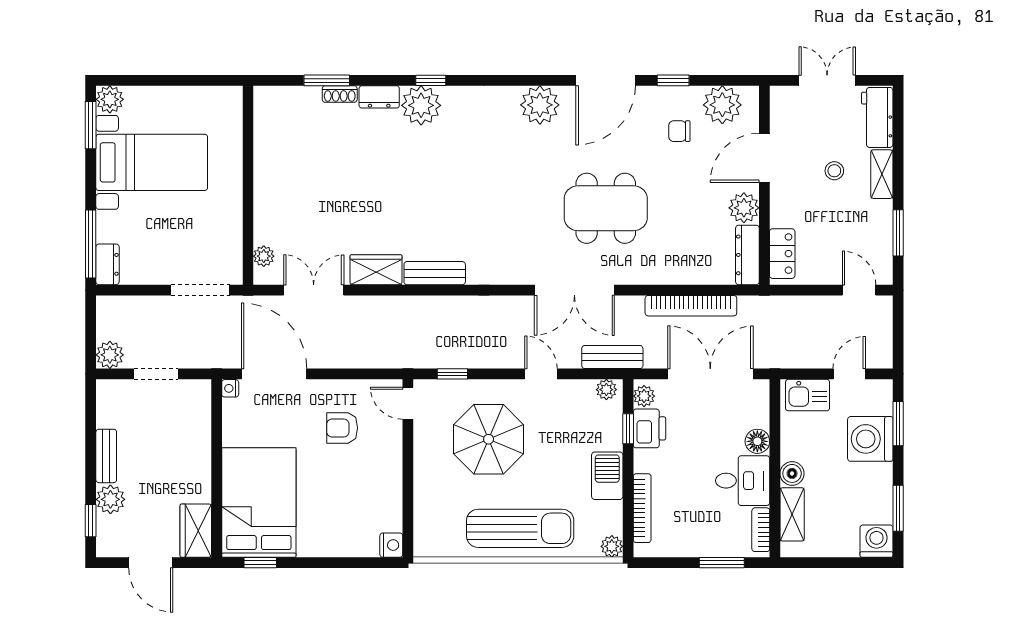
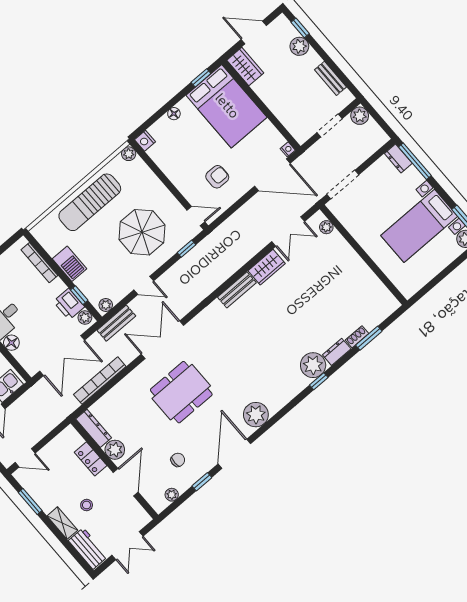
plant: (722, 105) -> (172, 495), width x0.53, depth x0.53
locker: (782, 254) -> (91, 459), moved
bench: (106, 456) -> (330, 78), moved
plant: (612, 546) -> (129, 154), moved
floor lamp: (329, 548) -> (174, 114), added

